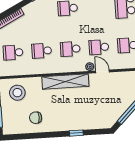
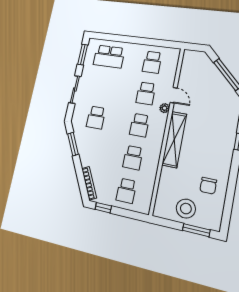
door: (103, 71) -> (174, 95), swing flipped
stool: (17, 93) -> (186, 209), moved

